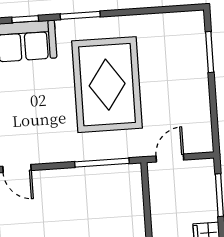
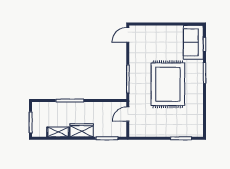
rug: (107, 85) -> (168, 84), turned 90
door: (170, 158) -> (128, 114), swing flipped

